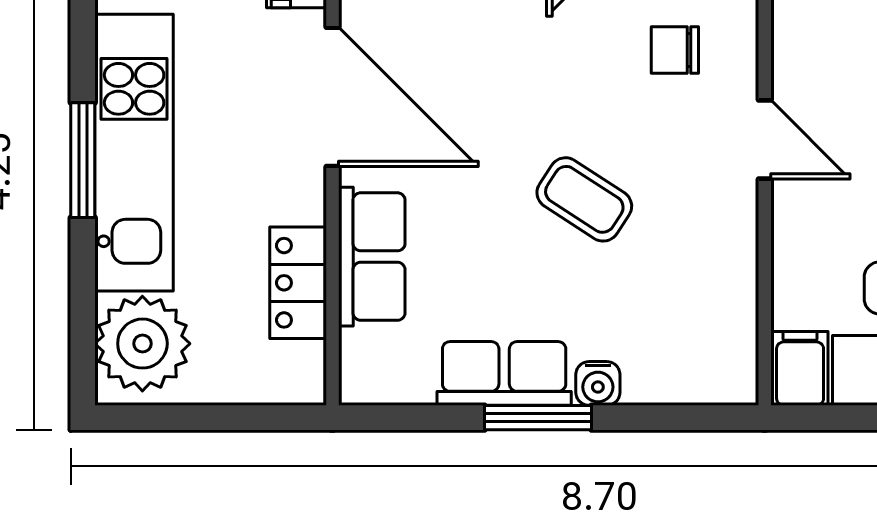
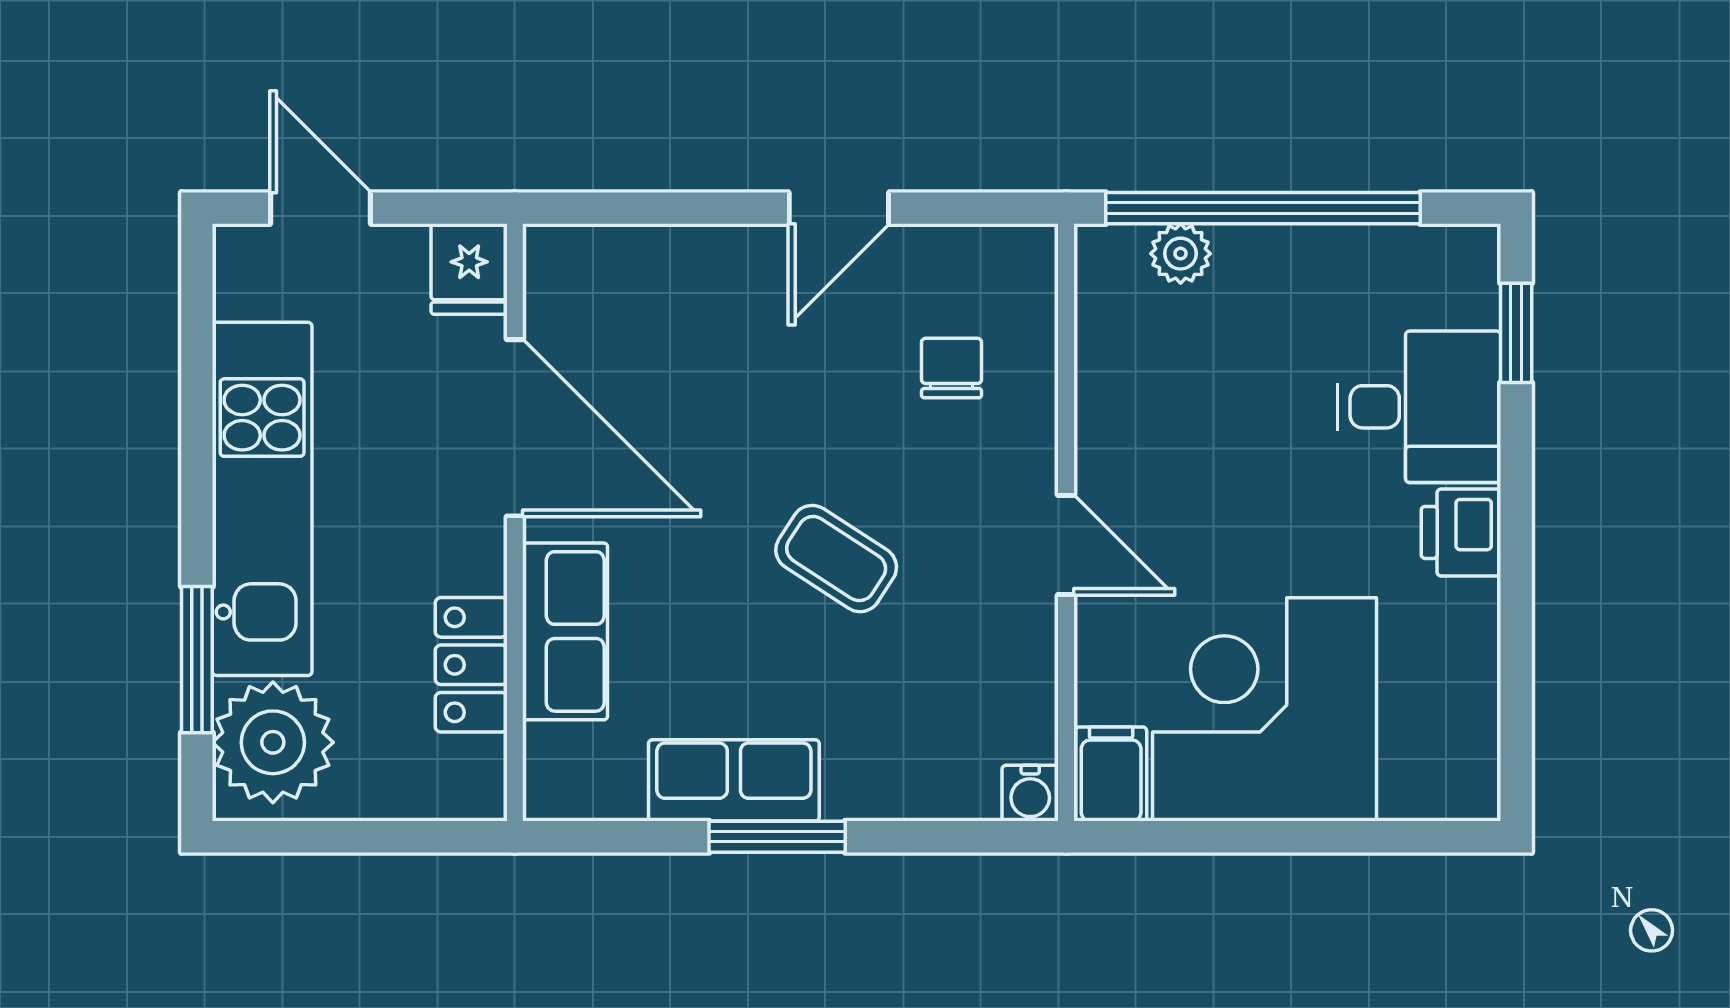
chair: (675, 50) -> (952, 368), turned 90
door: (765, 140) -> (1066, 545), moved
window: (83, 160) -> (197, 660), moved
water cooler: (598, 383) -> (1030, 793), moved

